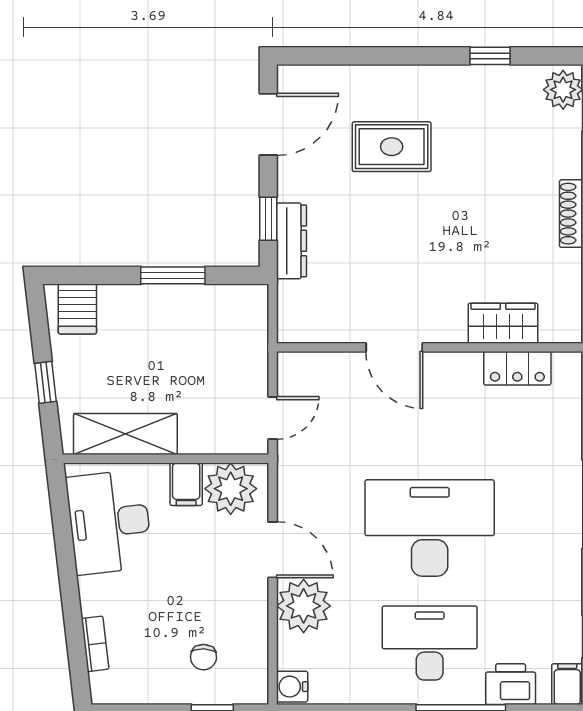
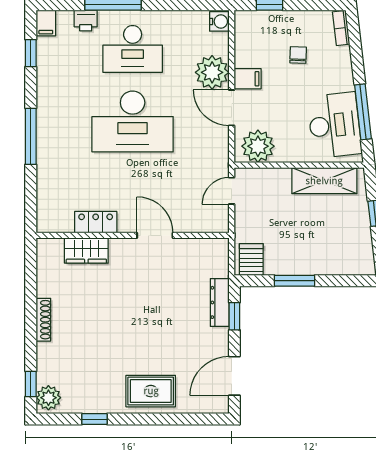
rug: (392, 147) -> (151, 391), moved
server rack: (77, 309) -> (251, 260), moved
locker: (517, 368) -> (96, 222), moved
filing cabinet: (186, 484) -> (248, 79), moved, turned 90
window: (64, 543) -> (363, 112), added
bookcase: (95, 644) -> (341, 28), moved
chair: (203, 657) -> (298, 55), moved
printer: (511, 684) -> (86, 21), width x0.73, depth x0.81

